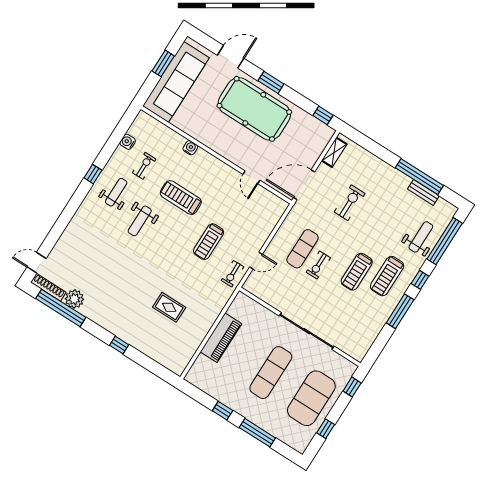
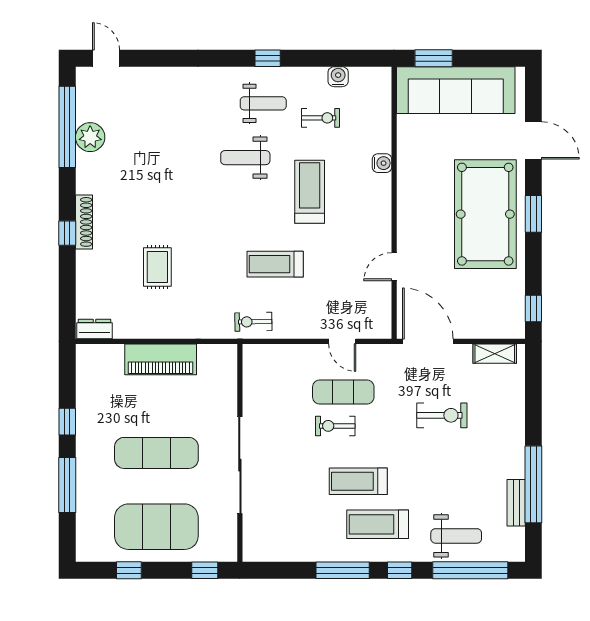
window: (163, 63) -> (434, 58), moved
door: (256, 261) -> (342, 341), moved
shoe rack: (48, 287) -> (84, 222), moved
dresser: (181, 363) -> (94, 329), added

